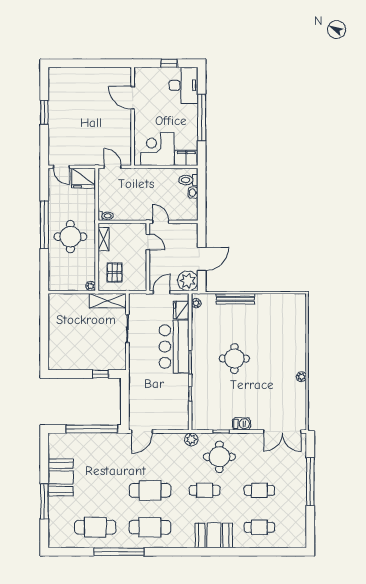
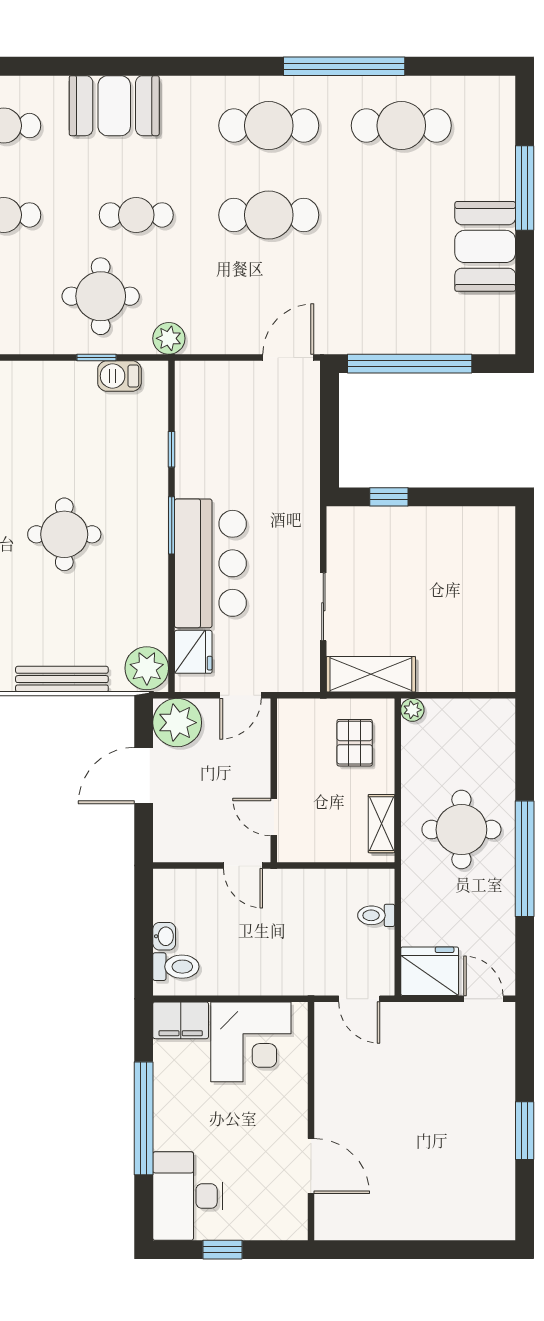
toilet: (106, 216) -> (376, 915), moved
plant: (196, 303) -> (147, 668), width x1.88, depth x1.88
barbecue: (241, 424) -> (119, 376), moved

